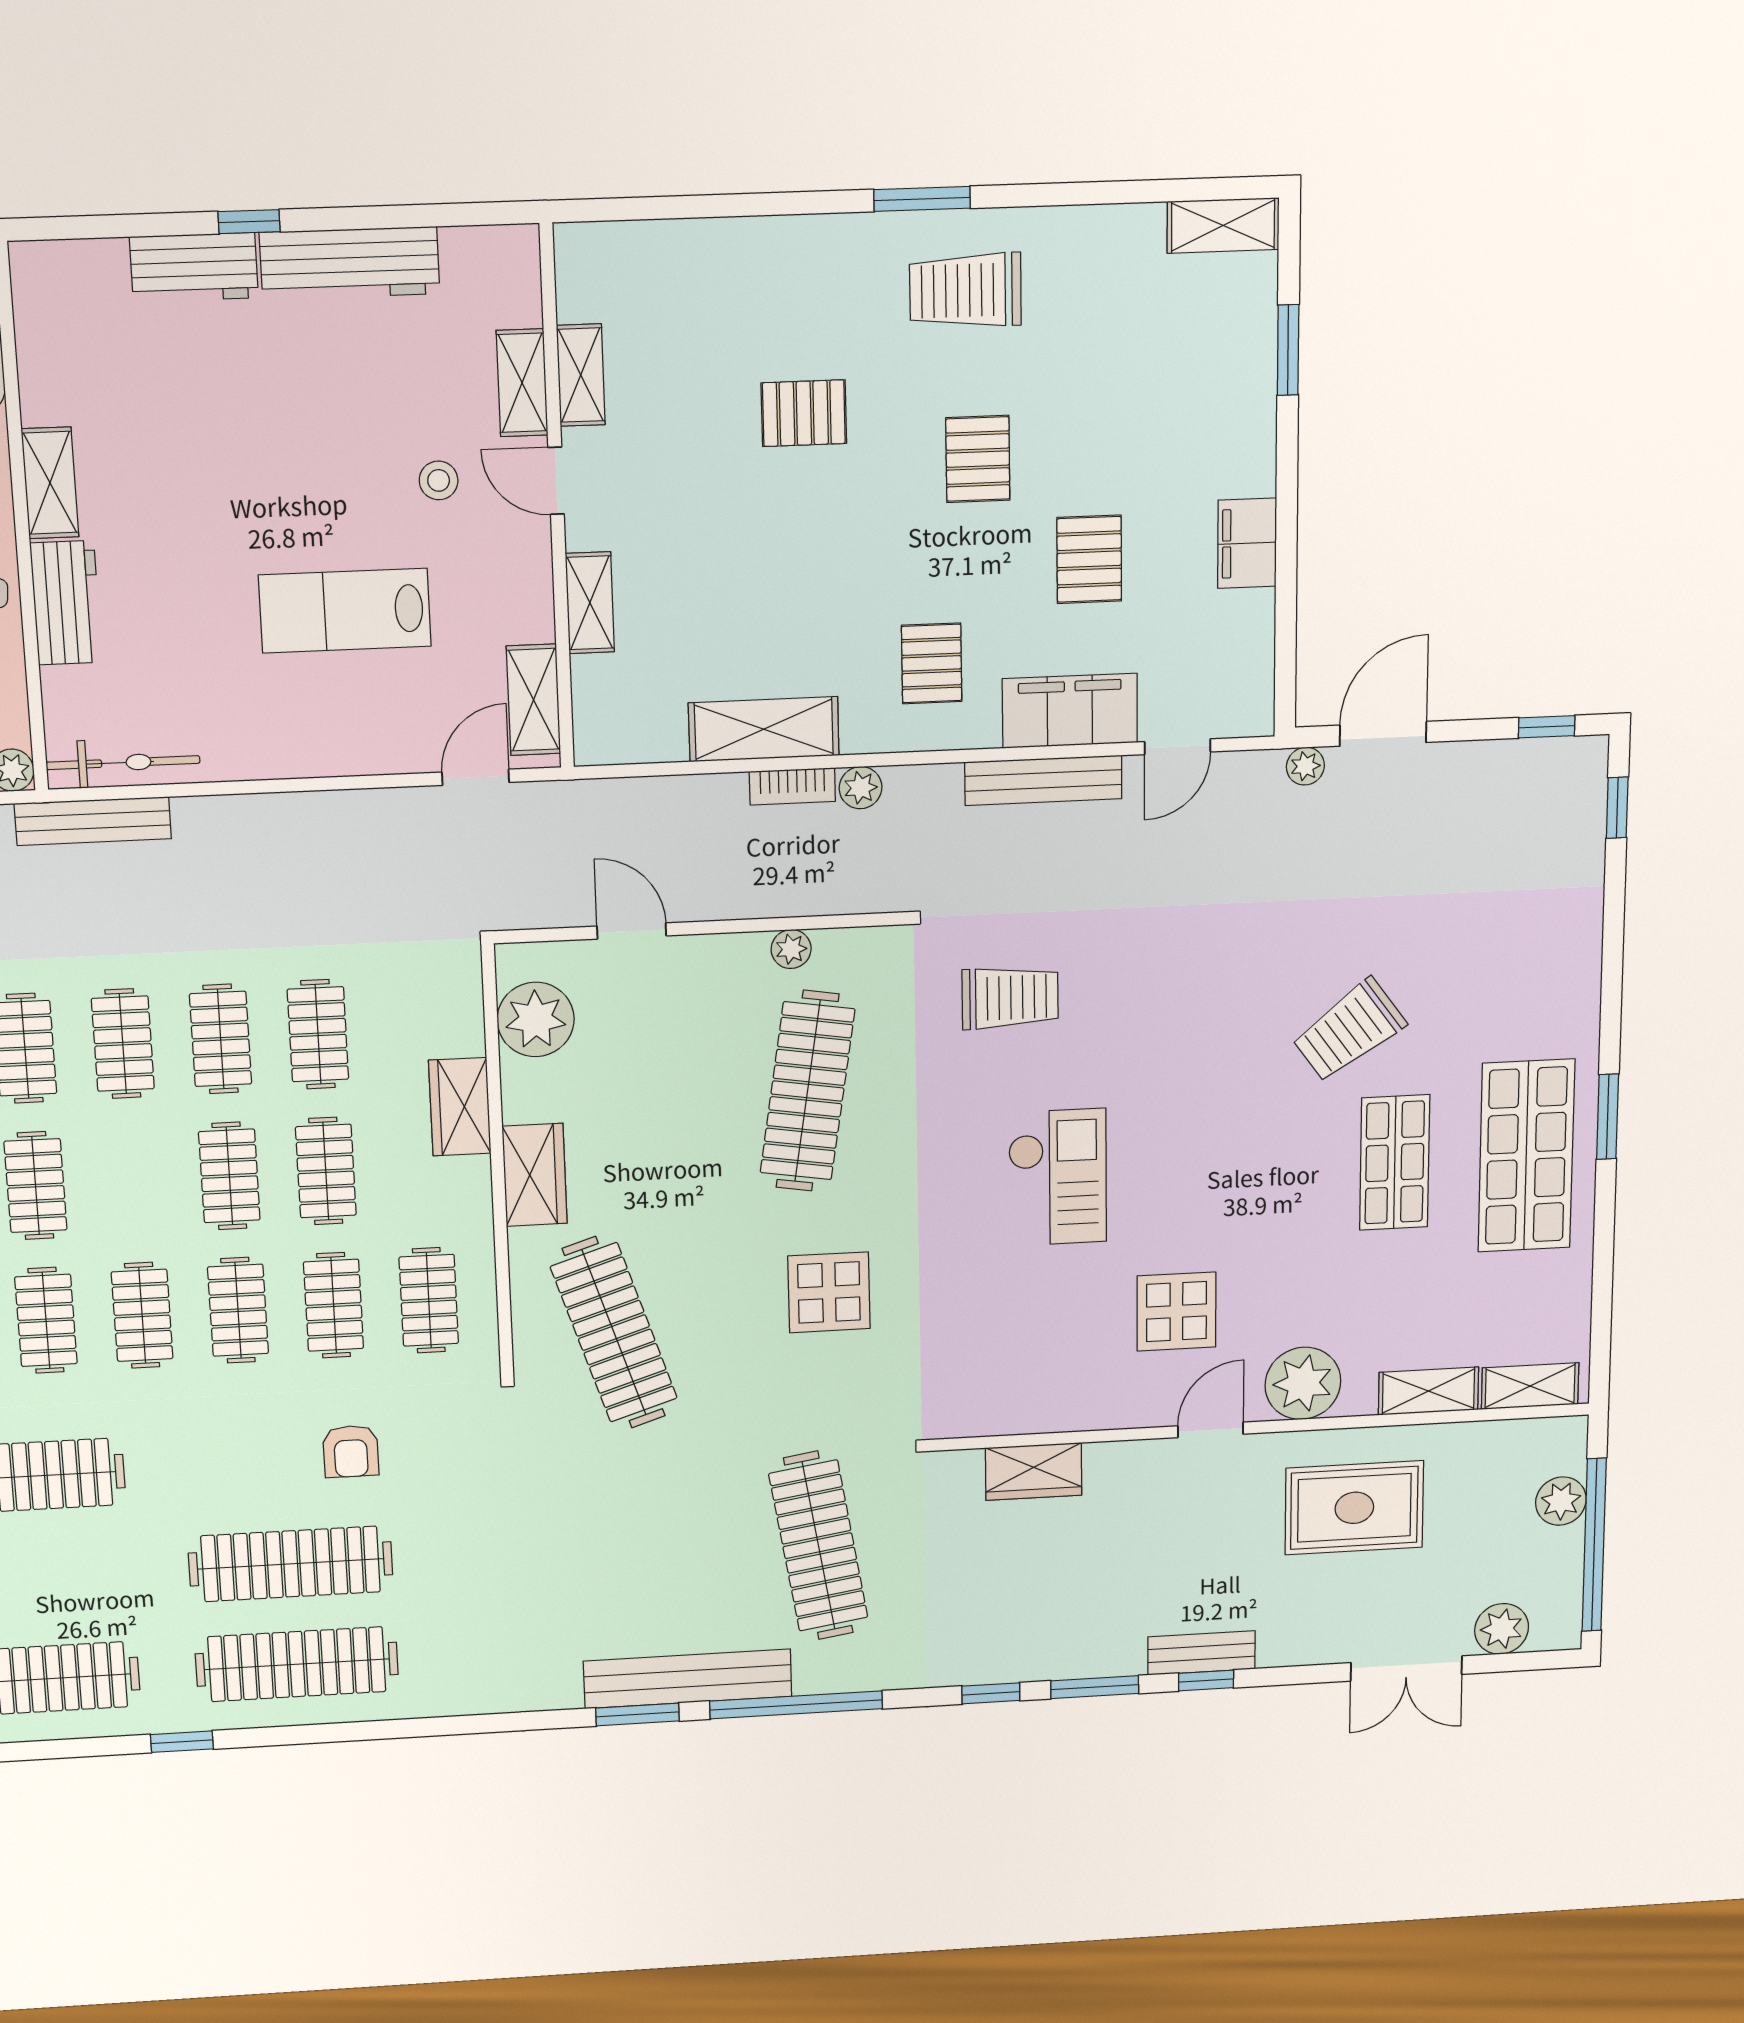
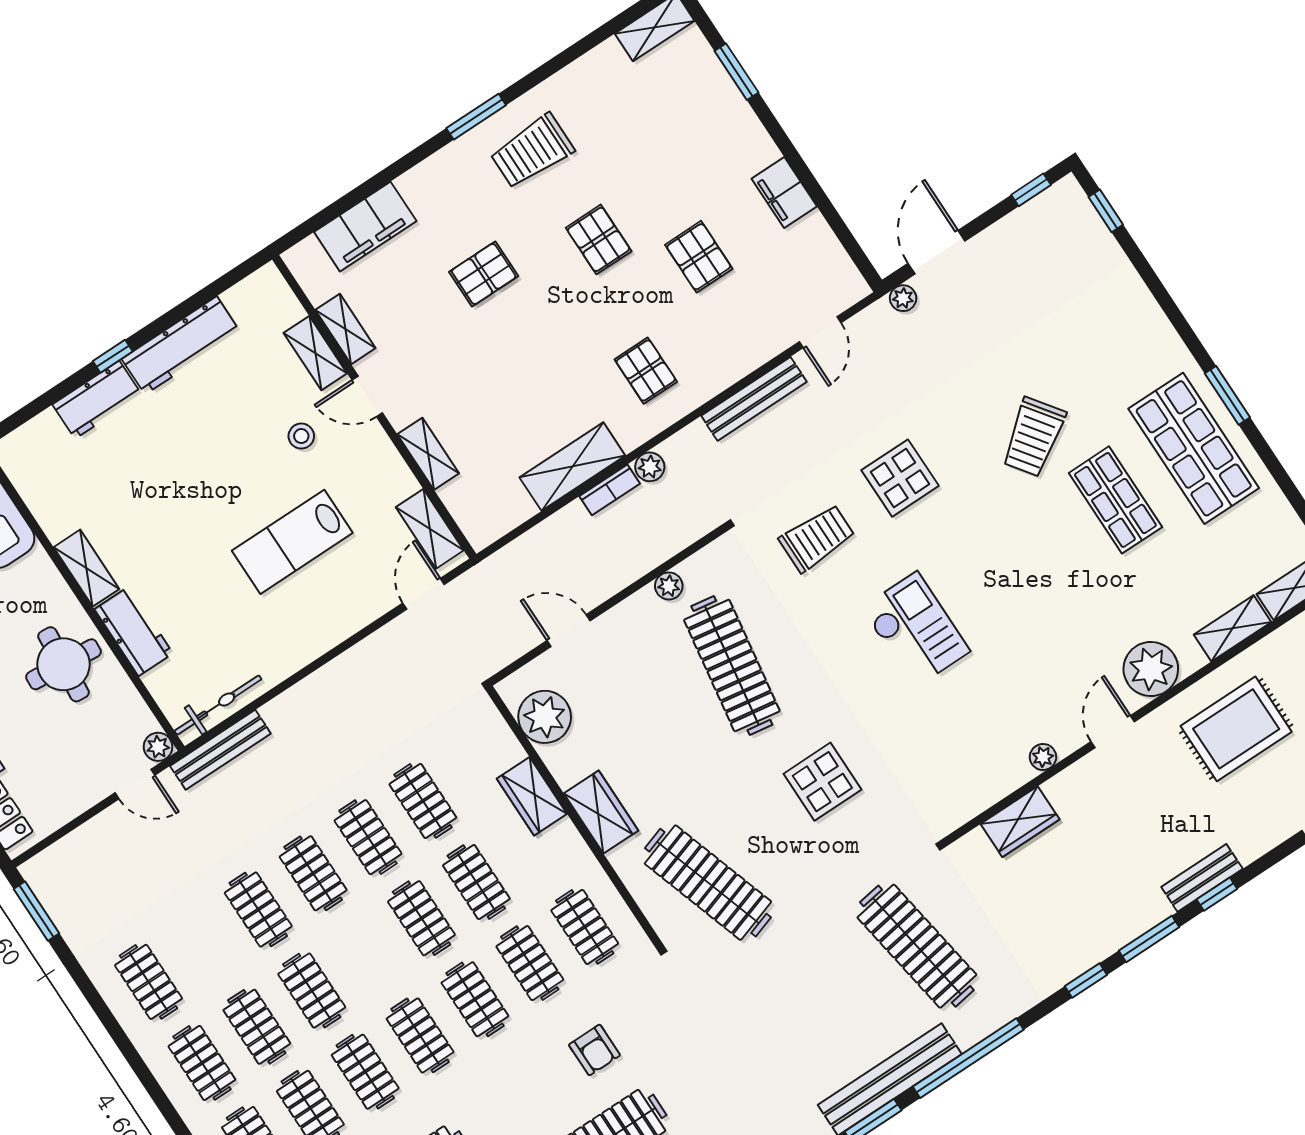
filing cabinet: (1070, 711) -> (365, 227), moved, turned 180
display table: (1176, 1312) -> (900, 478), moved
plant: (1110, 1413) -> (1043, 757), added

